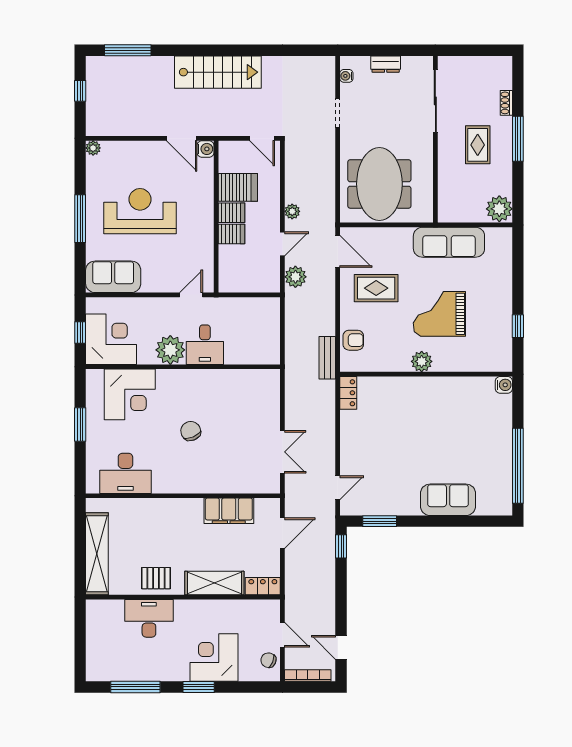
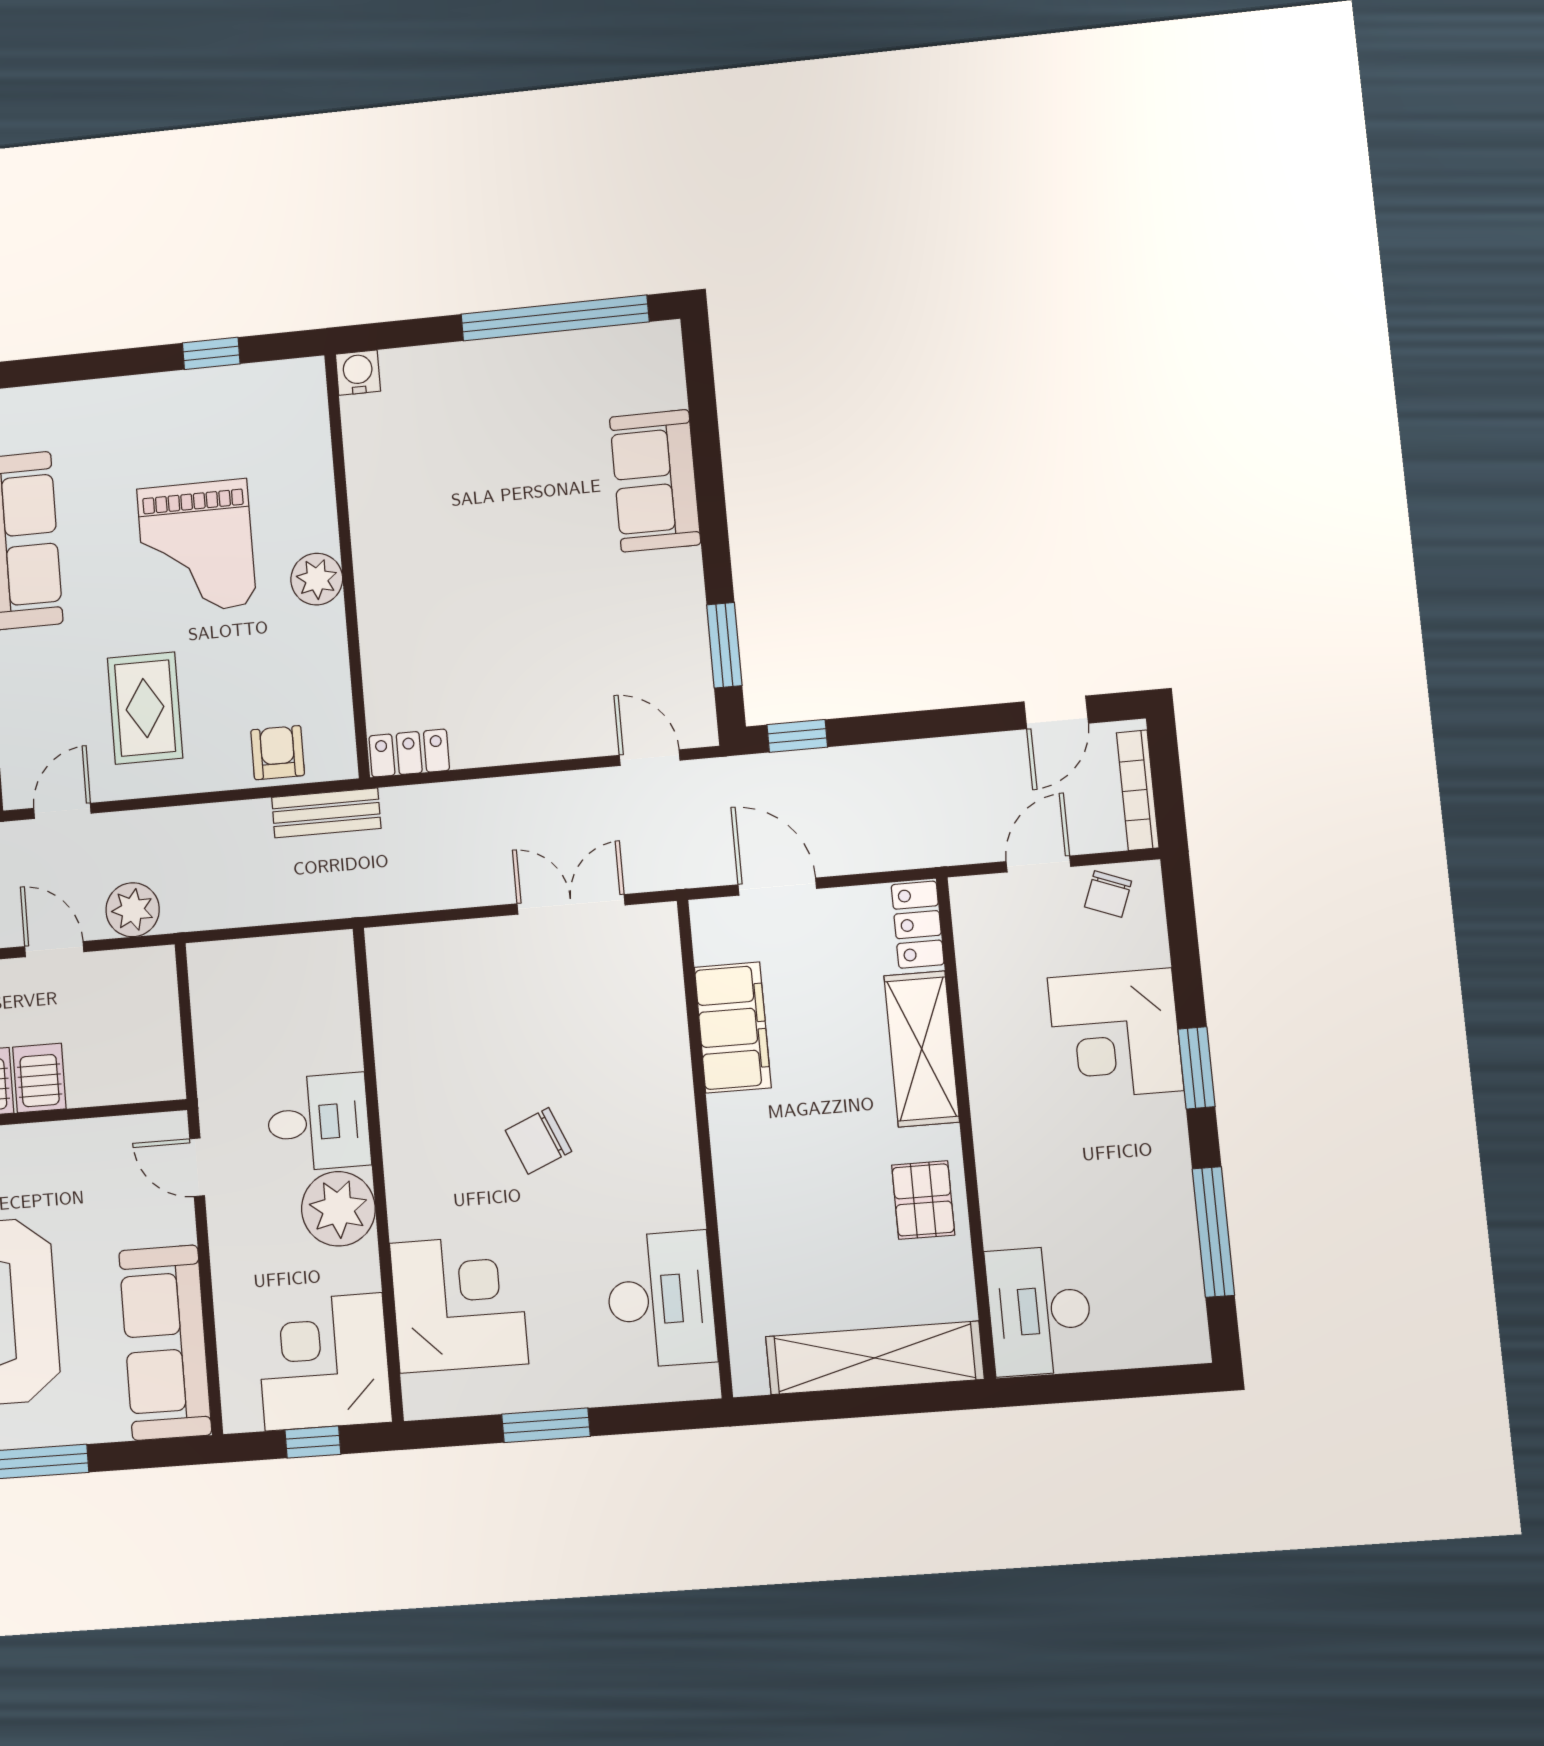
door: (338, 251) -> (62, 811), width x0.73
sofa: (113, 277) -> (165, 1343), width x1.36
desk: (149, 618) -> (1039, 1311), moved

